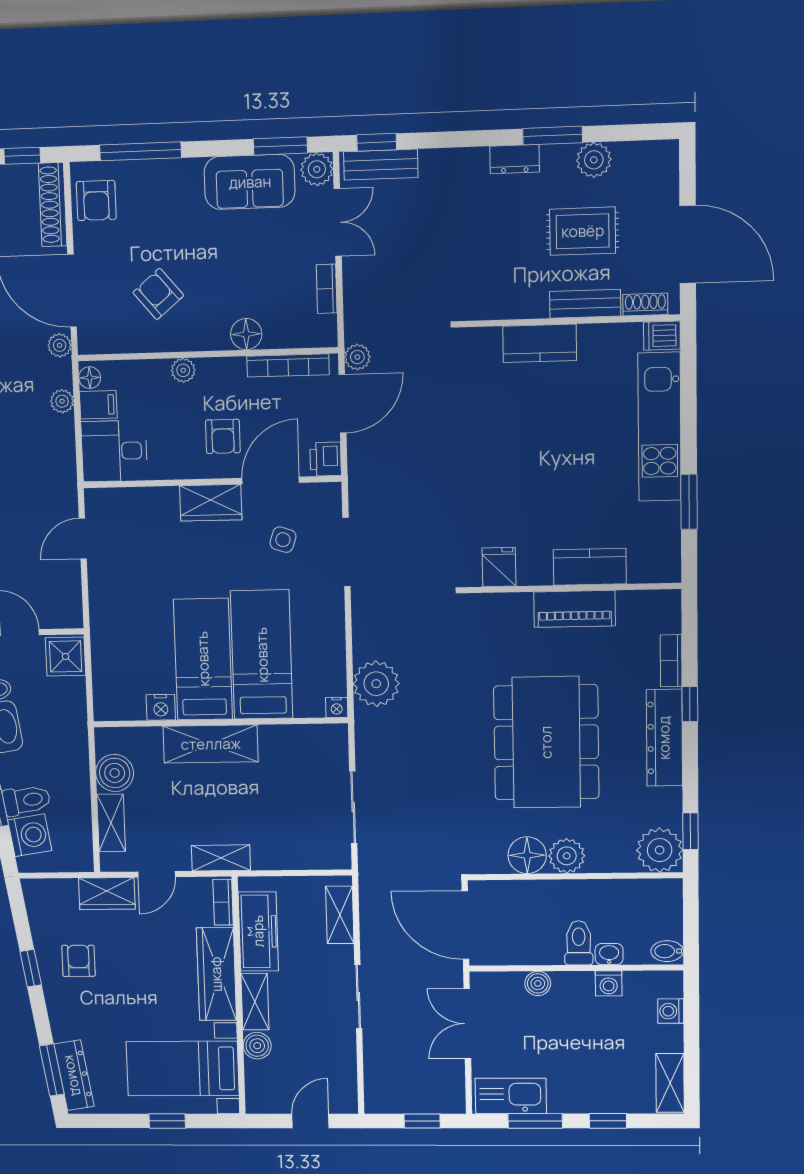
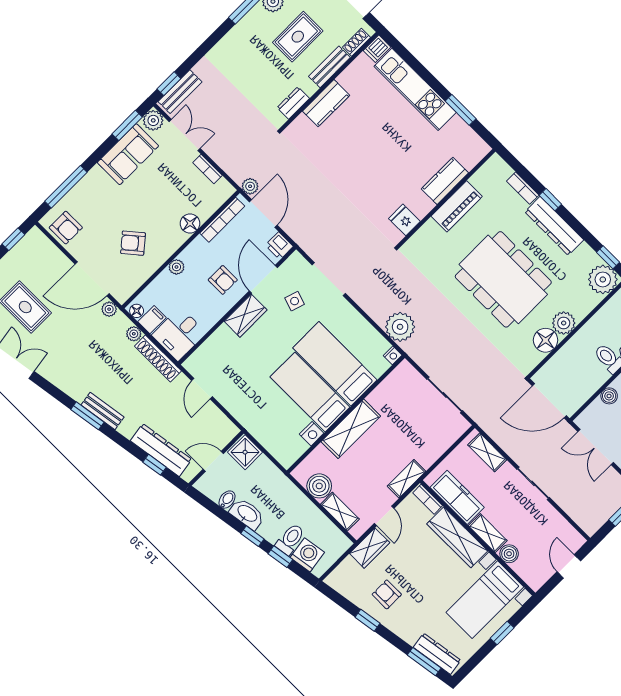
dresser: (515, 159) -> (293, 103), moved, turned 180
shoe rack: (53, 205) -> (158, 359), moved

